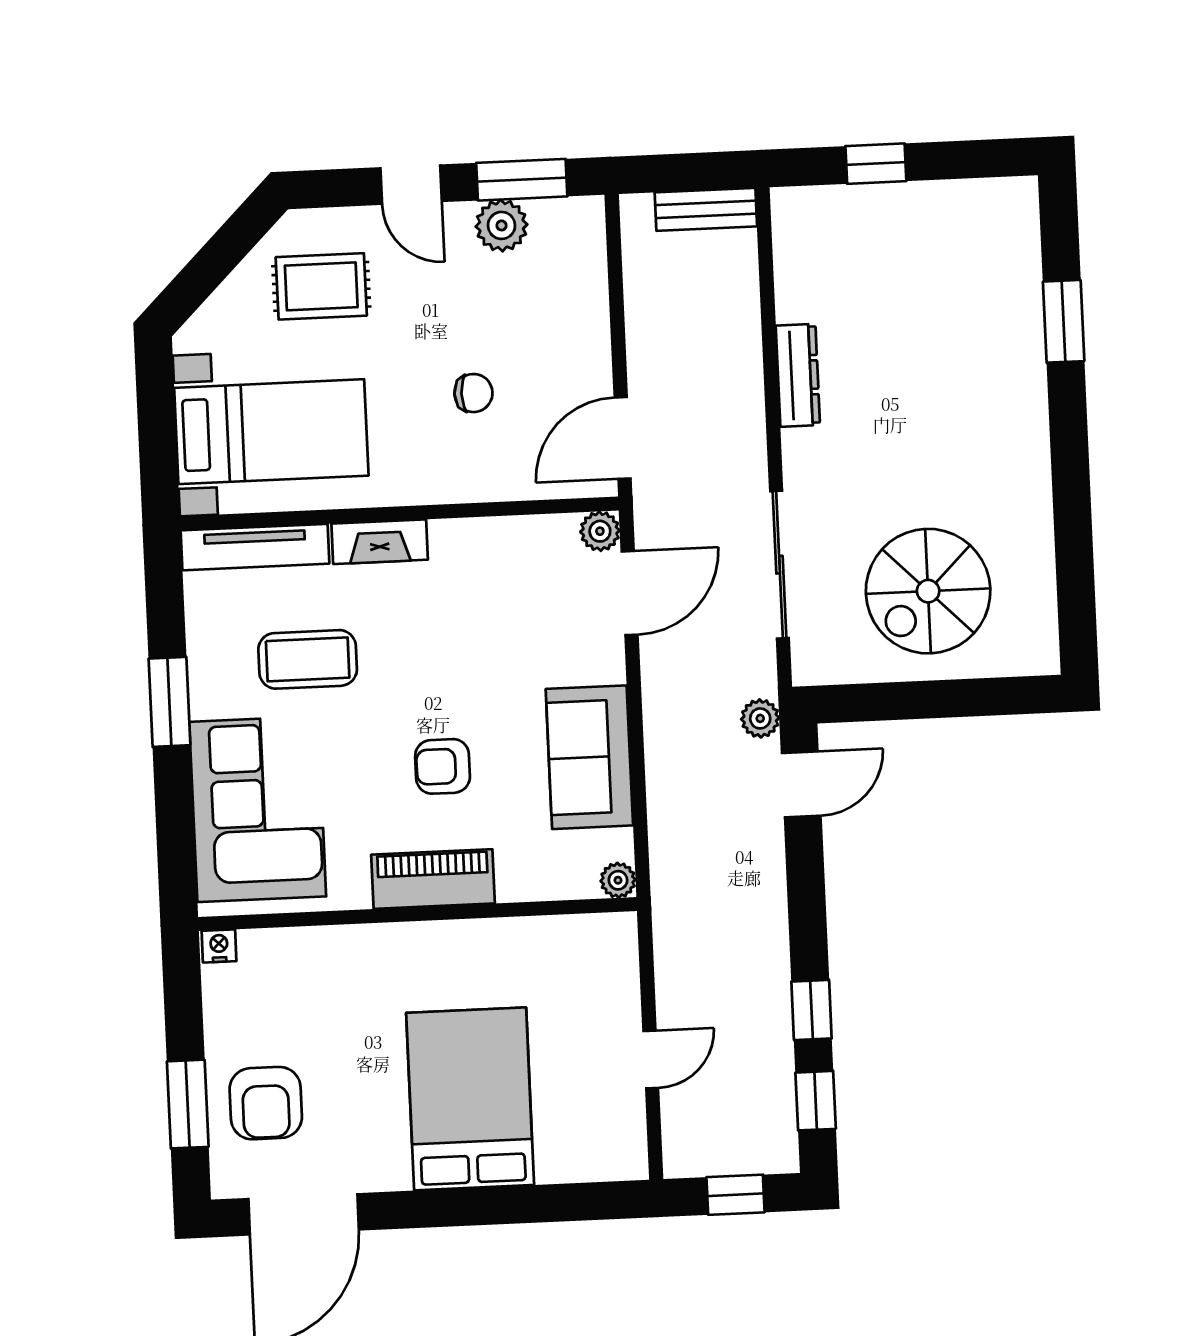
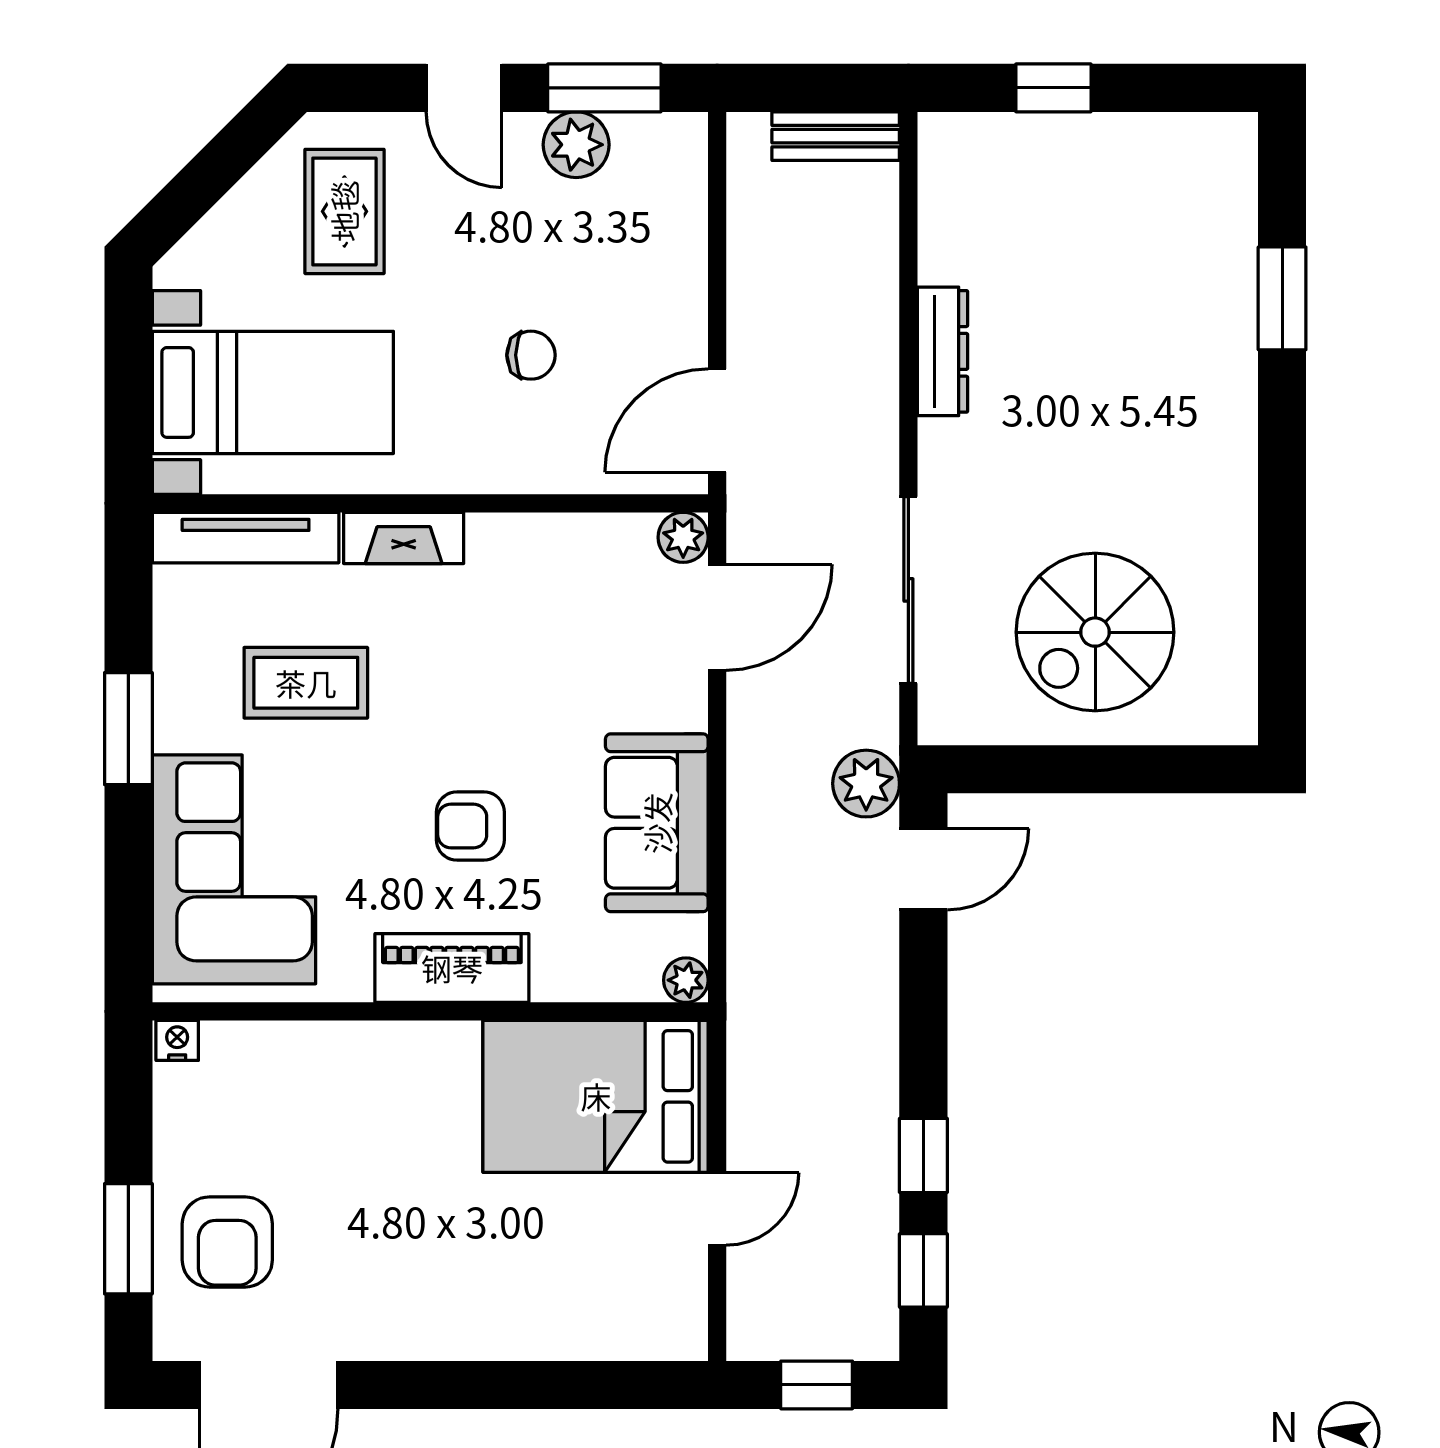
rug: (321, 286) -> (344, 211), turned 90
plant: (760, 718) -> (866, 784), width x1.38, depth x1.38
bed: (470, 1099) -> (596, 1096), moved, turned -90

